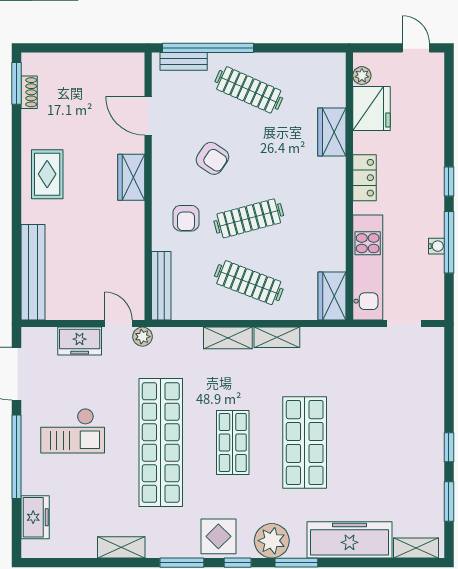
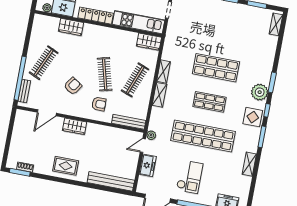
locker: (365, 178) -> (96, 16), width x1.53
freezer: (349, 540) -> (266, 55), removed

